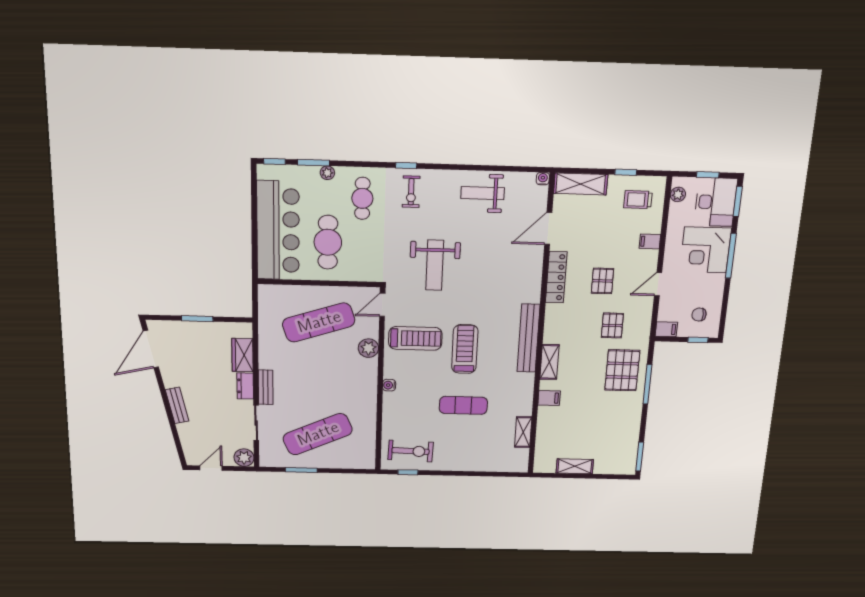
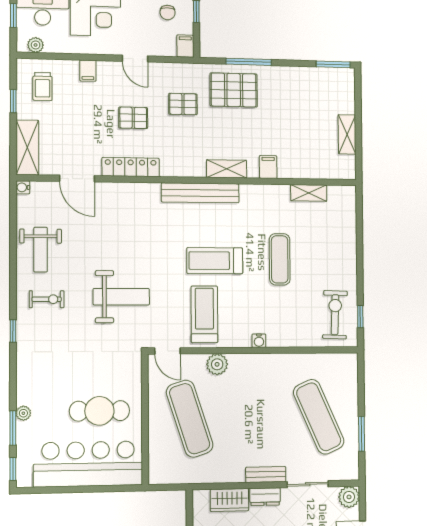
exercise bike: (411, 192) -> (47, 299), moved
cafe table: (362, 198) -> (50, 376), removed

